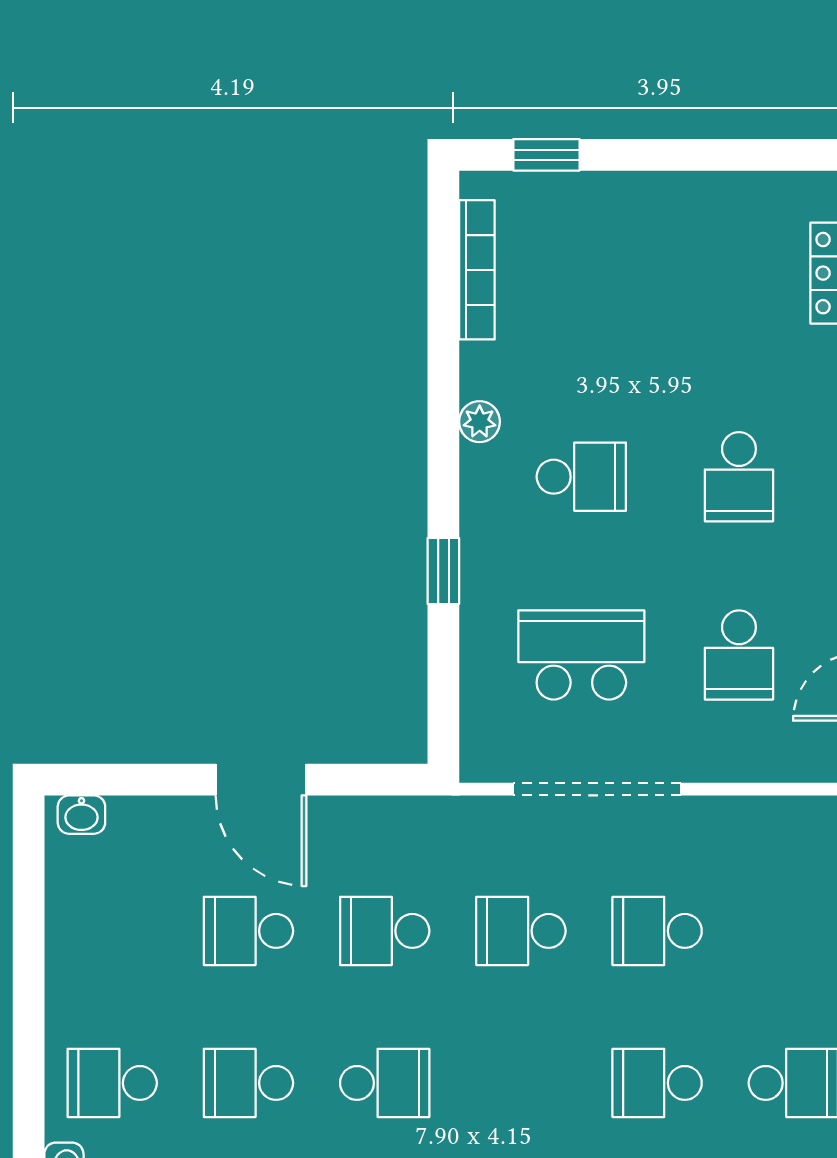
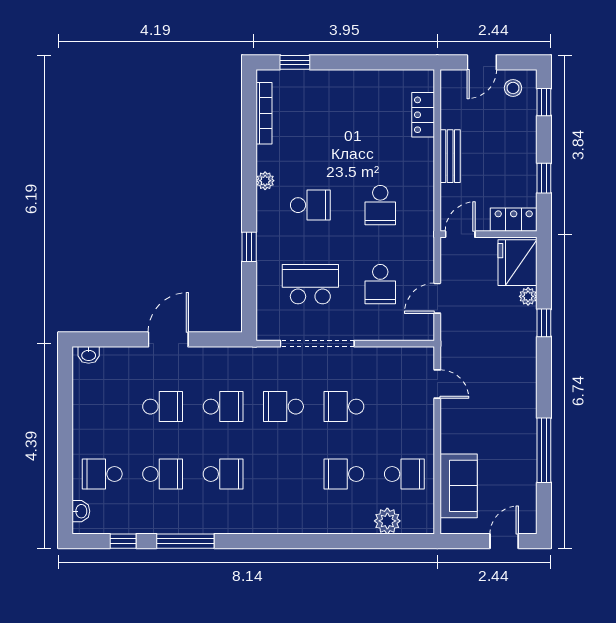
door: (261, 780) -> (168, 339), swing flipped
school desk: (248, 931) -> (163, 407), turned 180
school desk: (385, 931) -> (223, 407), turned 180
school desk: (248, 1083) -> (163, 474), turned 180

